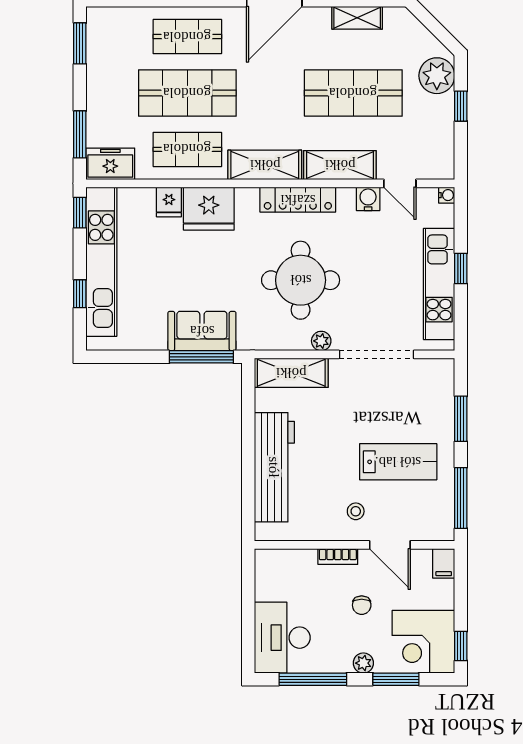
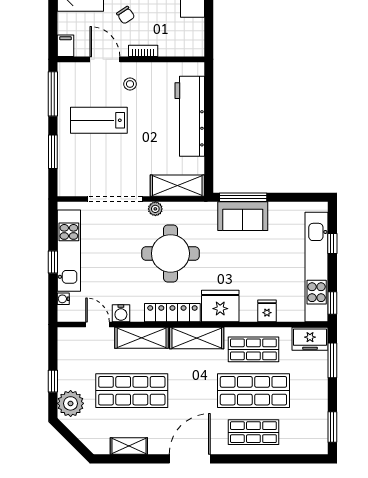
water cooler: (447, 195) -> (63, 299), moved
fridge: (209, 209) -> (220, 306), moved
chair: (362, 605) -> (126, 15), turned 146

